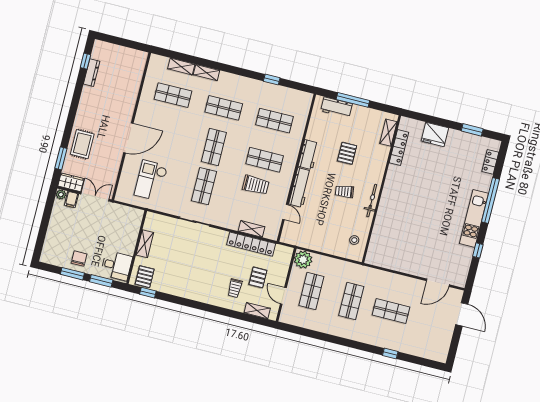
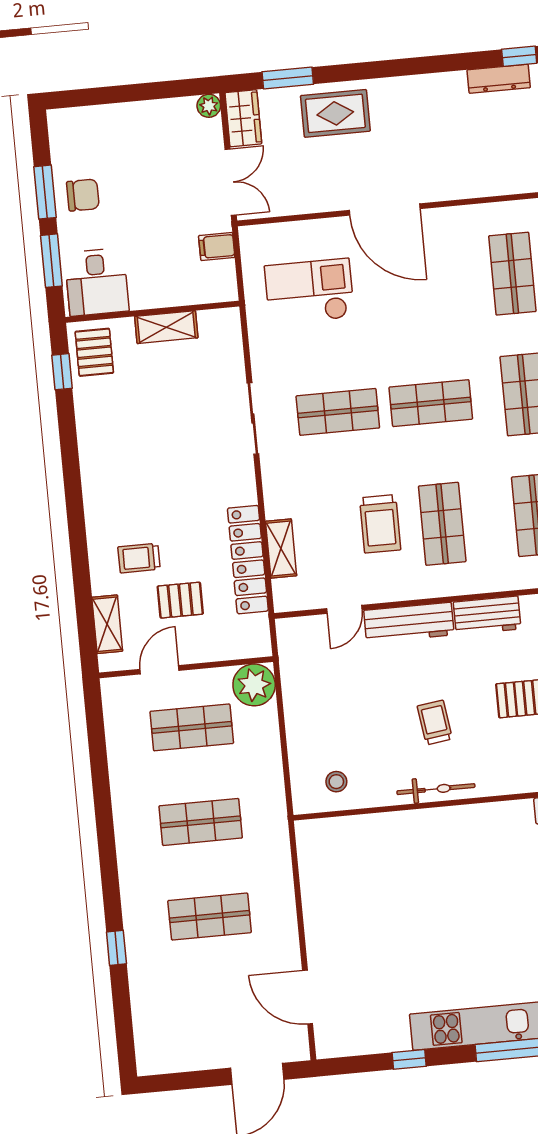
filing cabinet: (71, 200) -> (217, 246), moved
pallet: (145, 277) -> (94, 352), turned 90
shop shelf: (391, 311) -> (210, 917), turned 90

